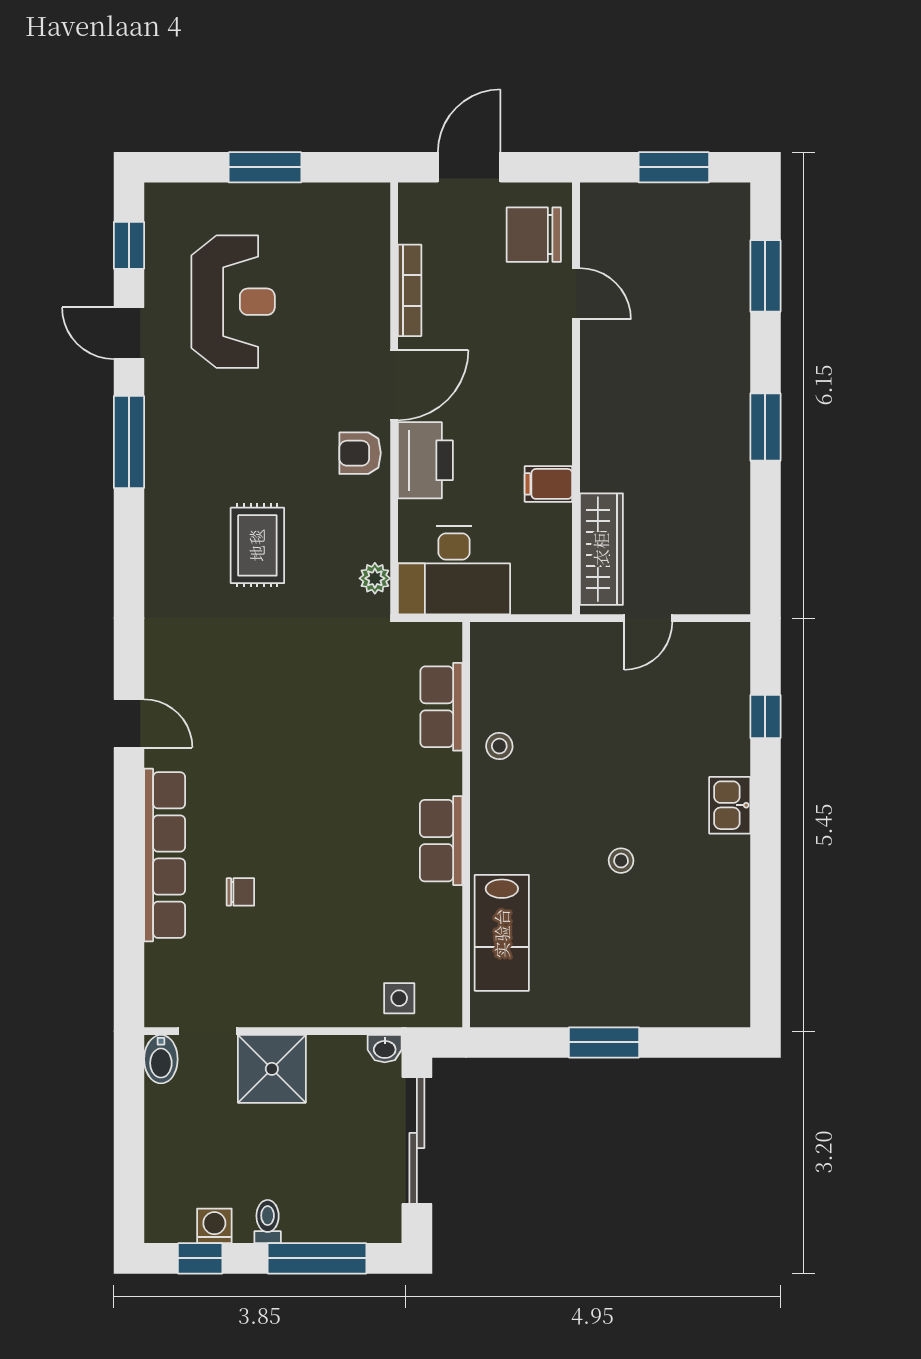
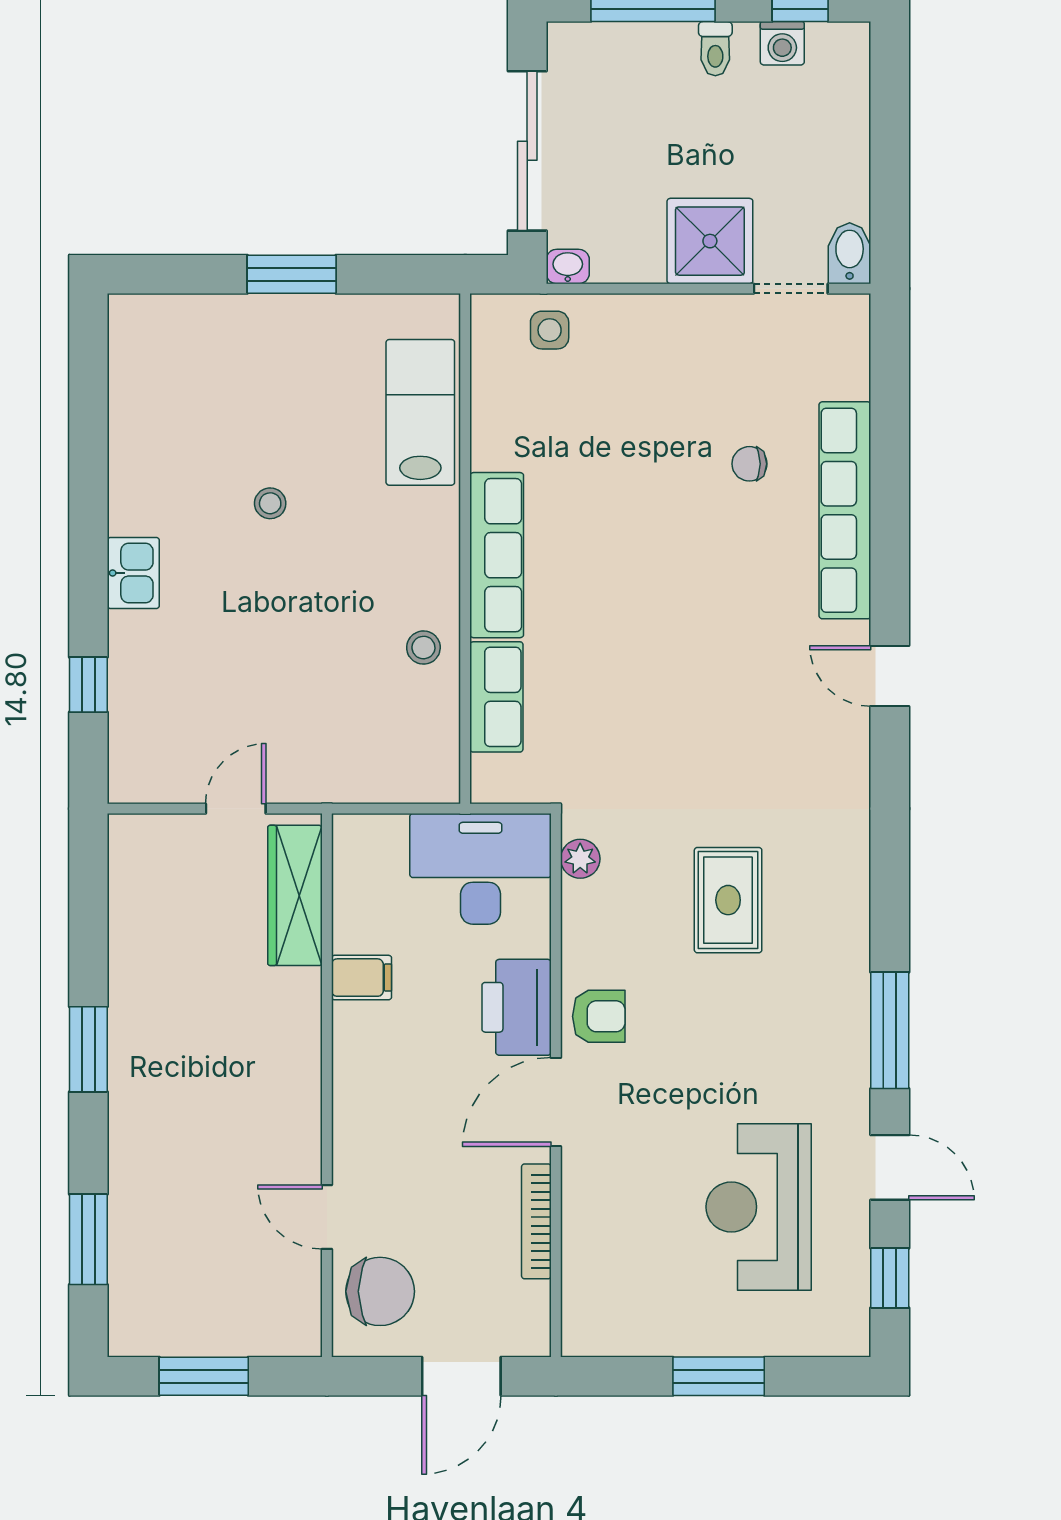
row of seats: (441, 841) -> (497, 555), width x1.48

